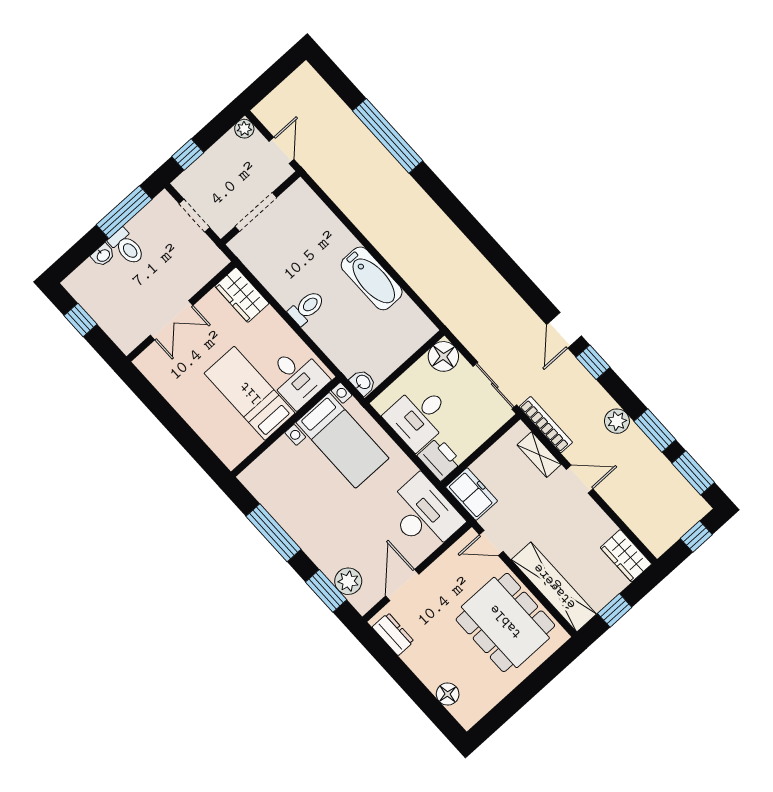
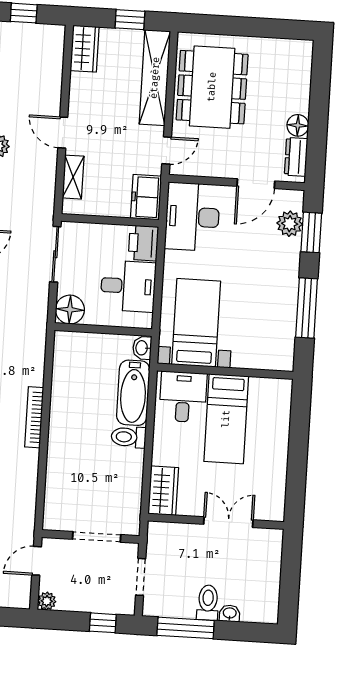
bathtub: (372, 278) -> (133, 393), moved, turned 180
window: (81, 320) -> (290, 585), removed
bookcase: (546, 425) -> (34, 417), moved
door: (491, 543) -> (167, 151), hinge flipped
floor lamp: (448, 694) -> (298, 125), moved

